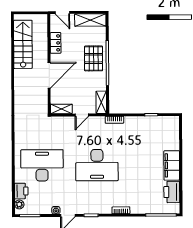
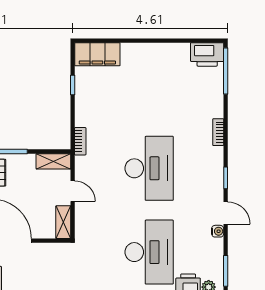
desk: (42, 165) -> (149, 252), turned 180
filing cabinet: (172, 165) -> (97, 54), moved
printer: (172, 192) -> (207, 54), moved

